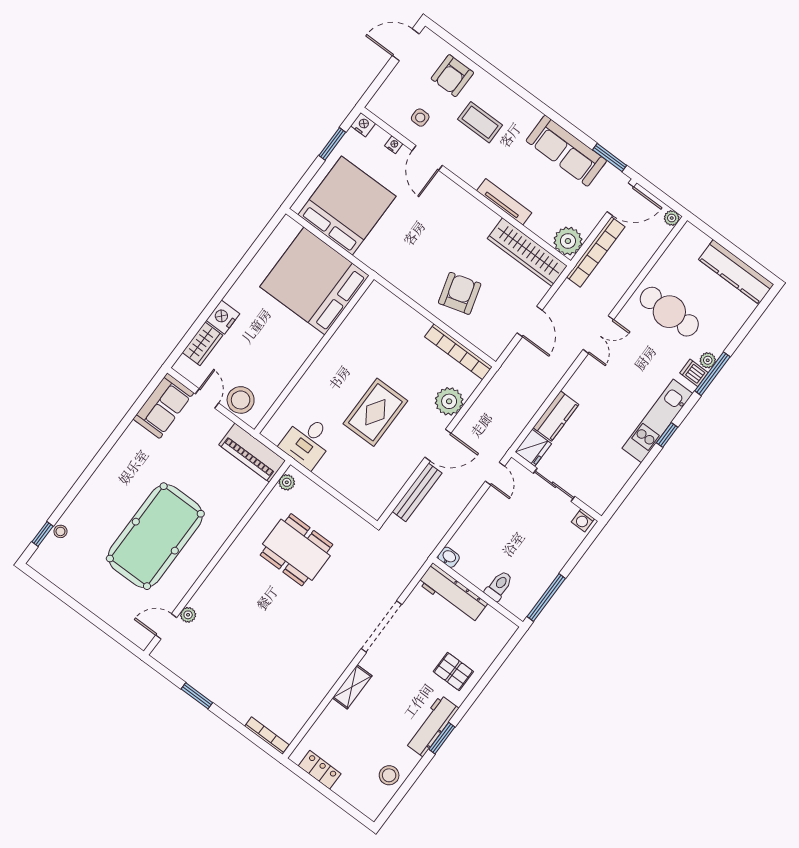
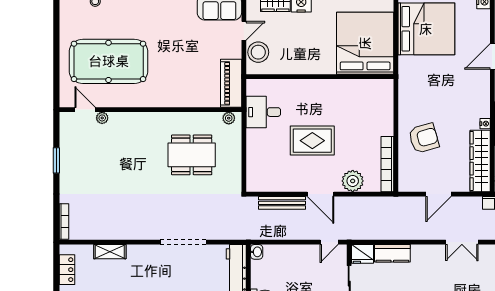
nightstand: (394, 145) -> (485, 124), moved
pool table: (155, 536) -> (109, 61), moved
dining table: (296, 550) -> (192, 155), turned 90
shelving: (352, 687) -> (110, 252), moved

